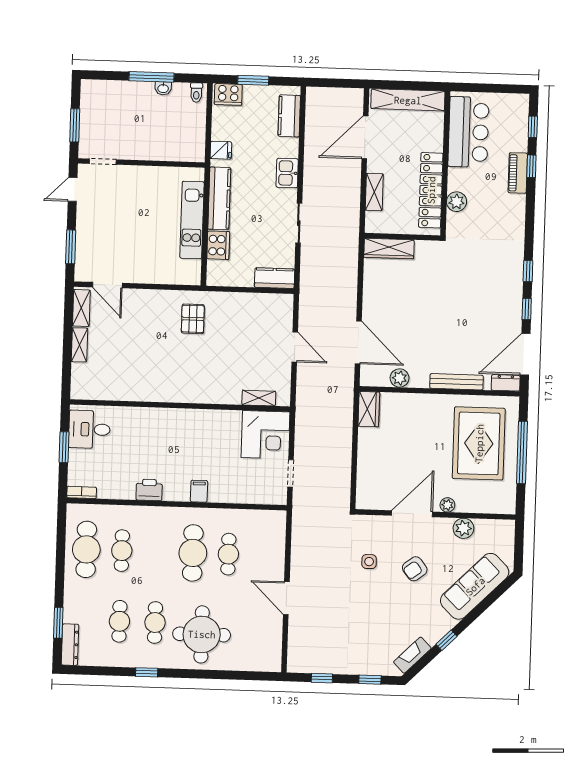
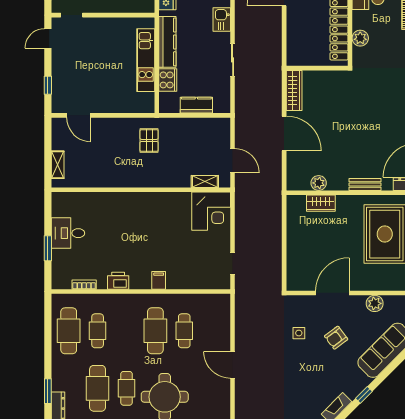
shelving: (374, 192) -> (293, 33), removed
window: (71, 247) -> (48, 85), width x0.67
wardrobe: (389, 249) -> (294, 91), moved, turned -90
kitchen counter: (275, 278) -> (196, 105), moved
shelving: (81, 308) -> (58, 135), removed
door: (358, 342) -> (284, 133), moved
bench: (457, 382) -> (365, 185), width x0.73
shelving: (259, 398) -> (205, 182), moved
wall: (180, 406) -> (141, 190), moved
wardrobe: (369, 409) -> (321, 203), moved, turned 90
corner desk: (265, 435) -> (211, 211), moved
bookcase: (82, 492) -> (84, 285), moved
plant: (447, 505) -> (361, 285), removed
cafe table: (119, 621) -> (98, 388), width x1.37, depth x1.35

